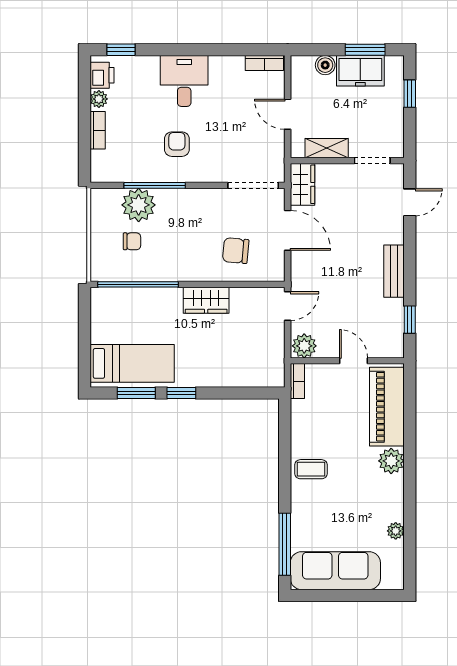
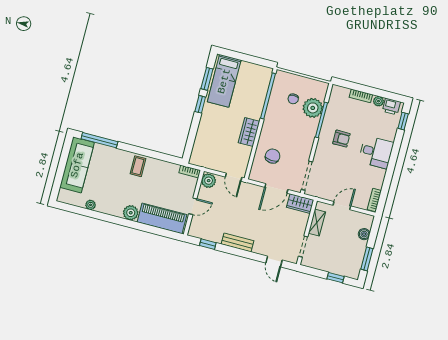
freezer: (360, 71) -> (356, 253), removed

